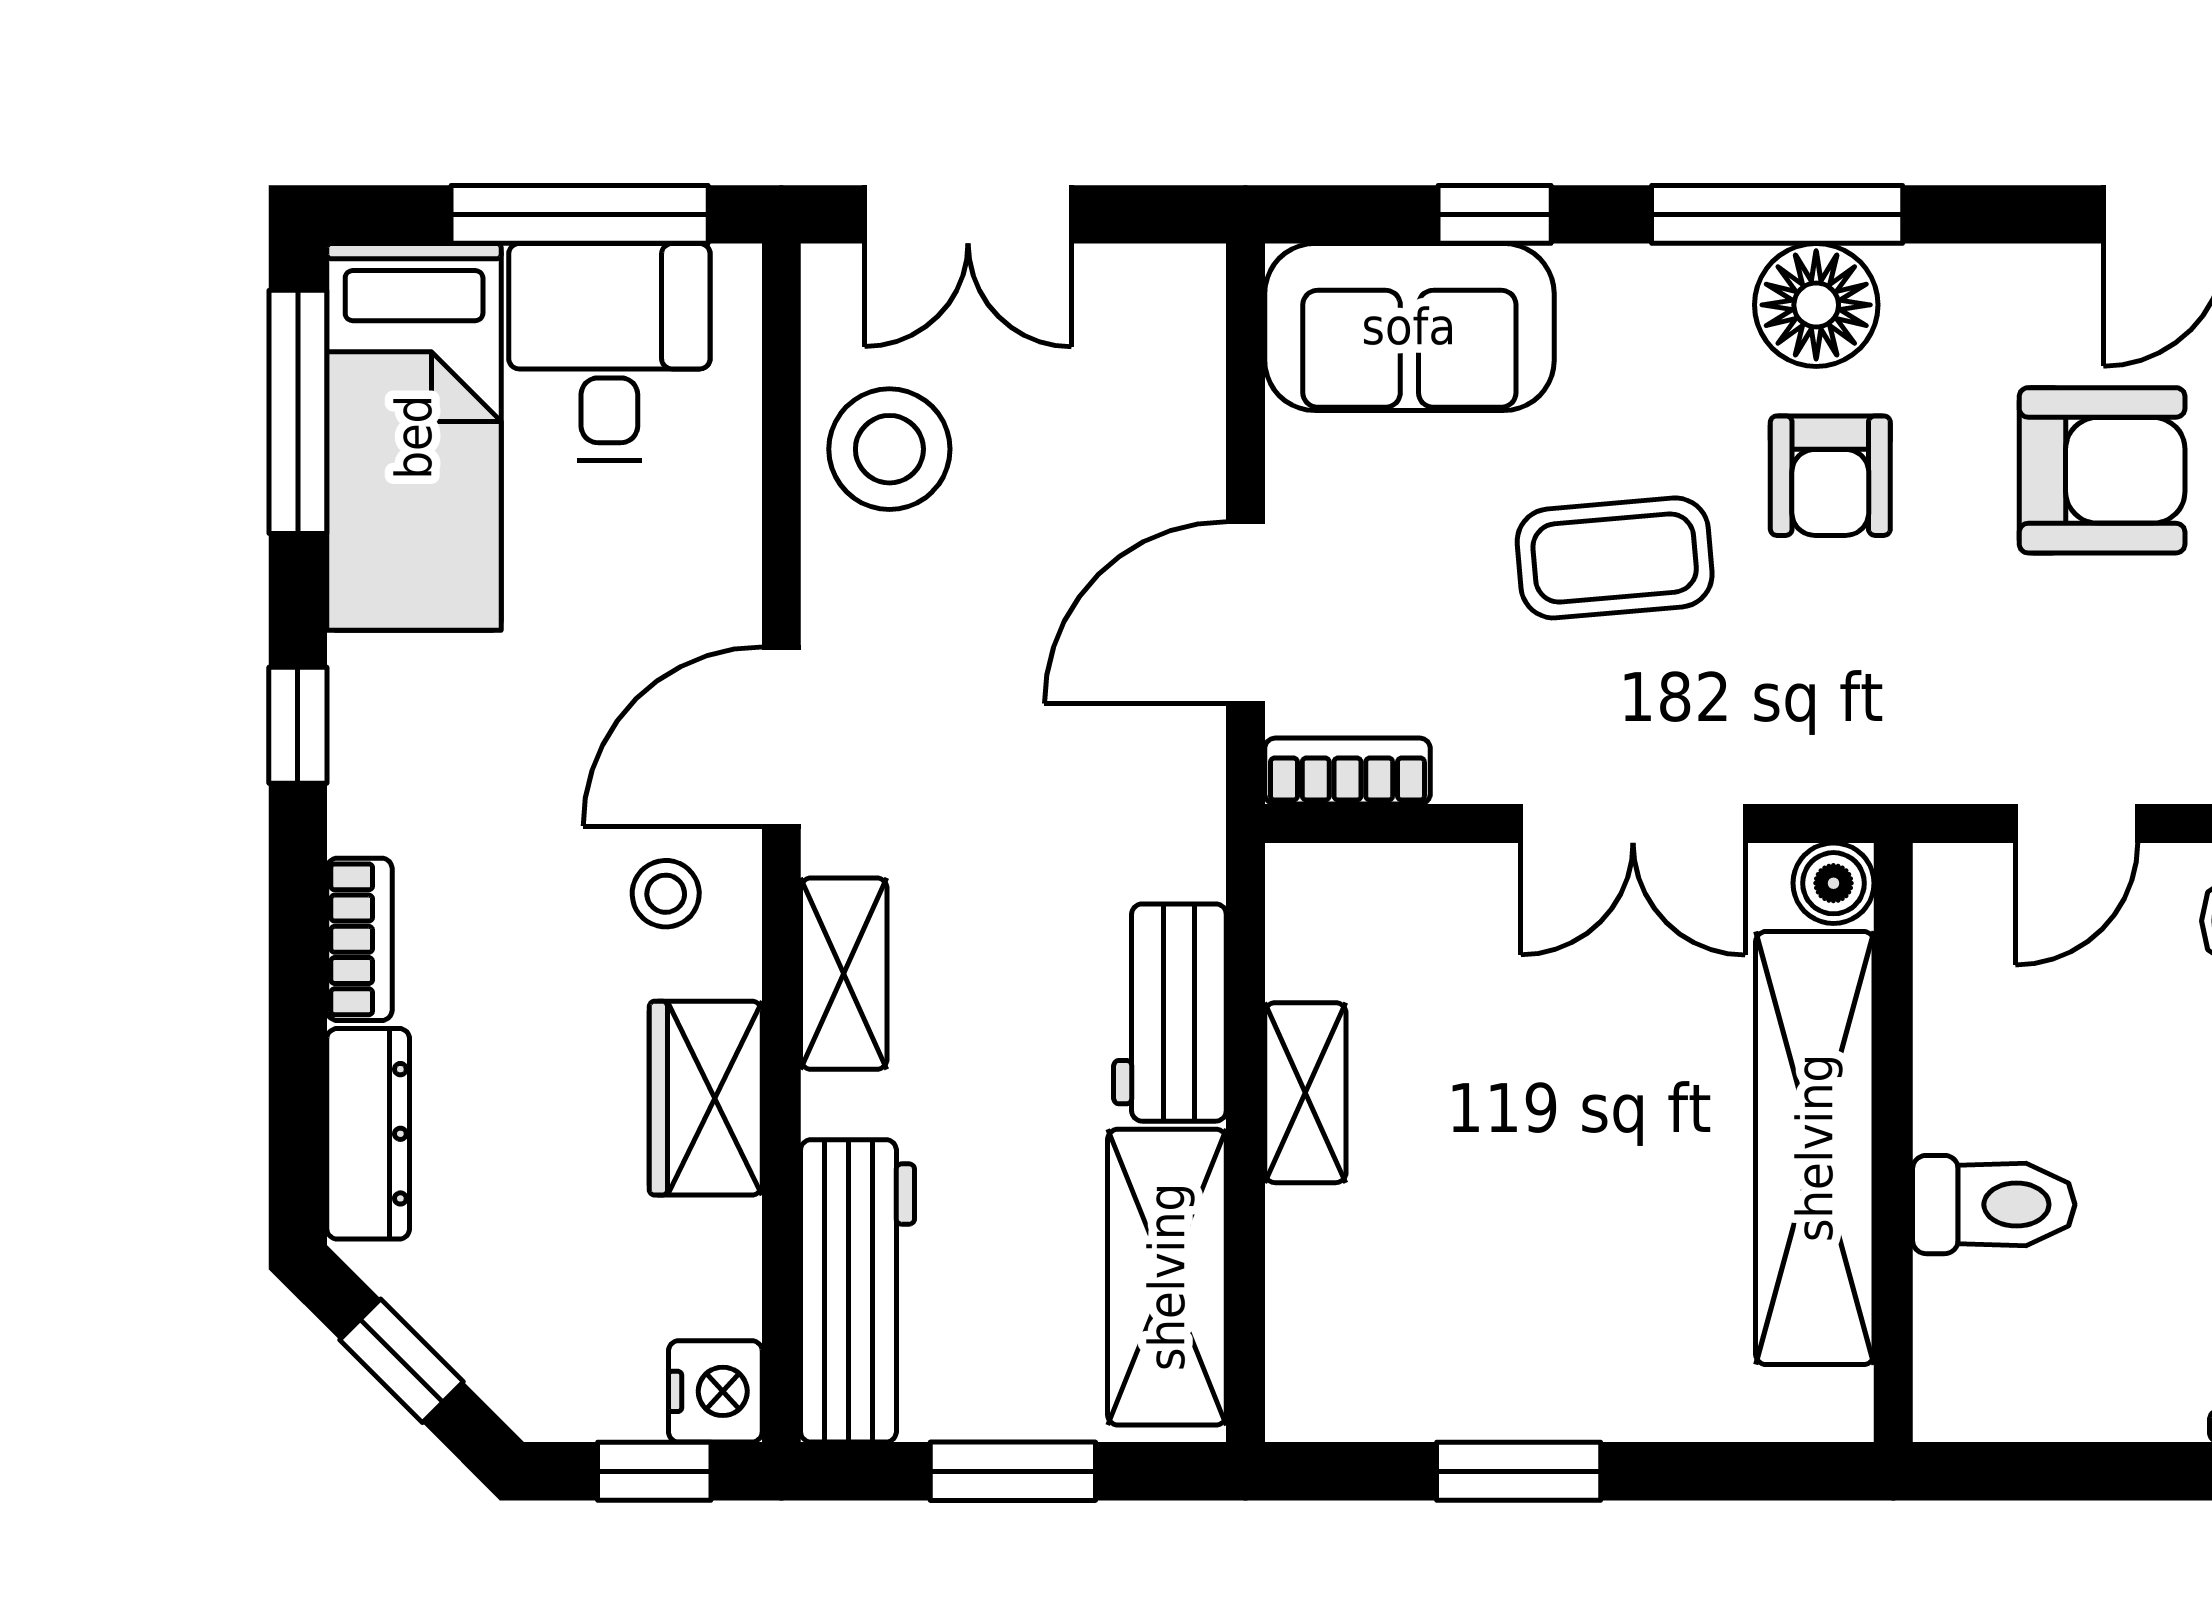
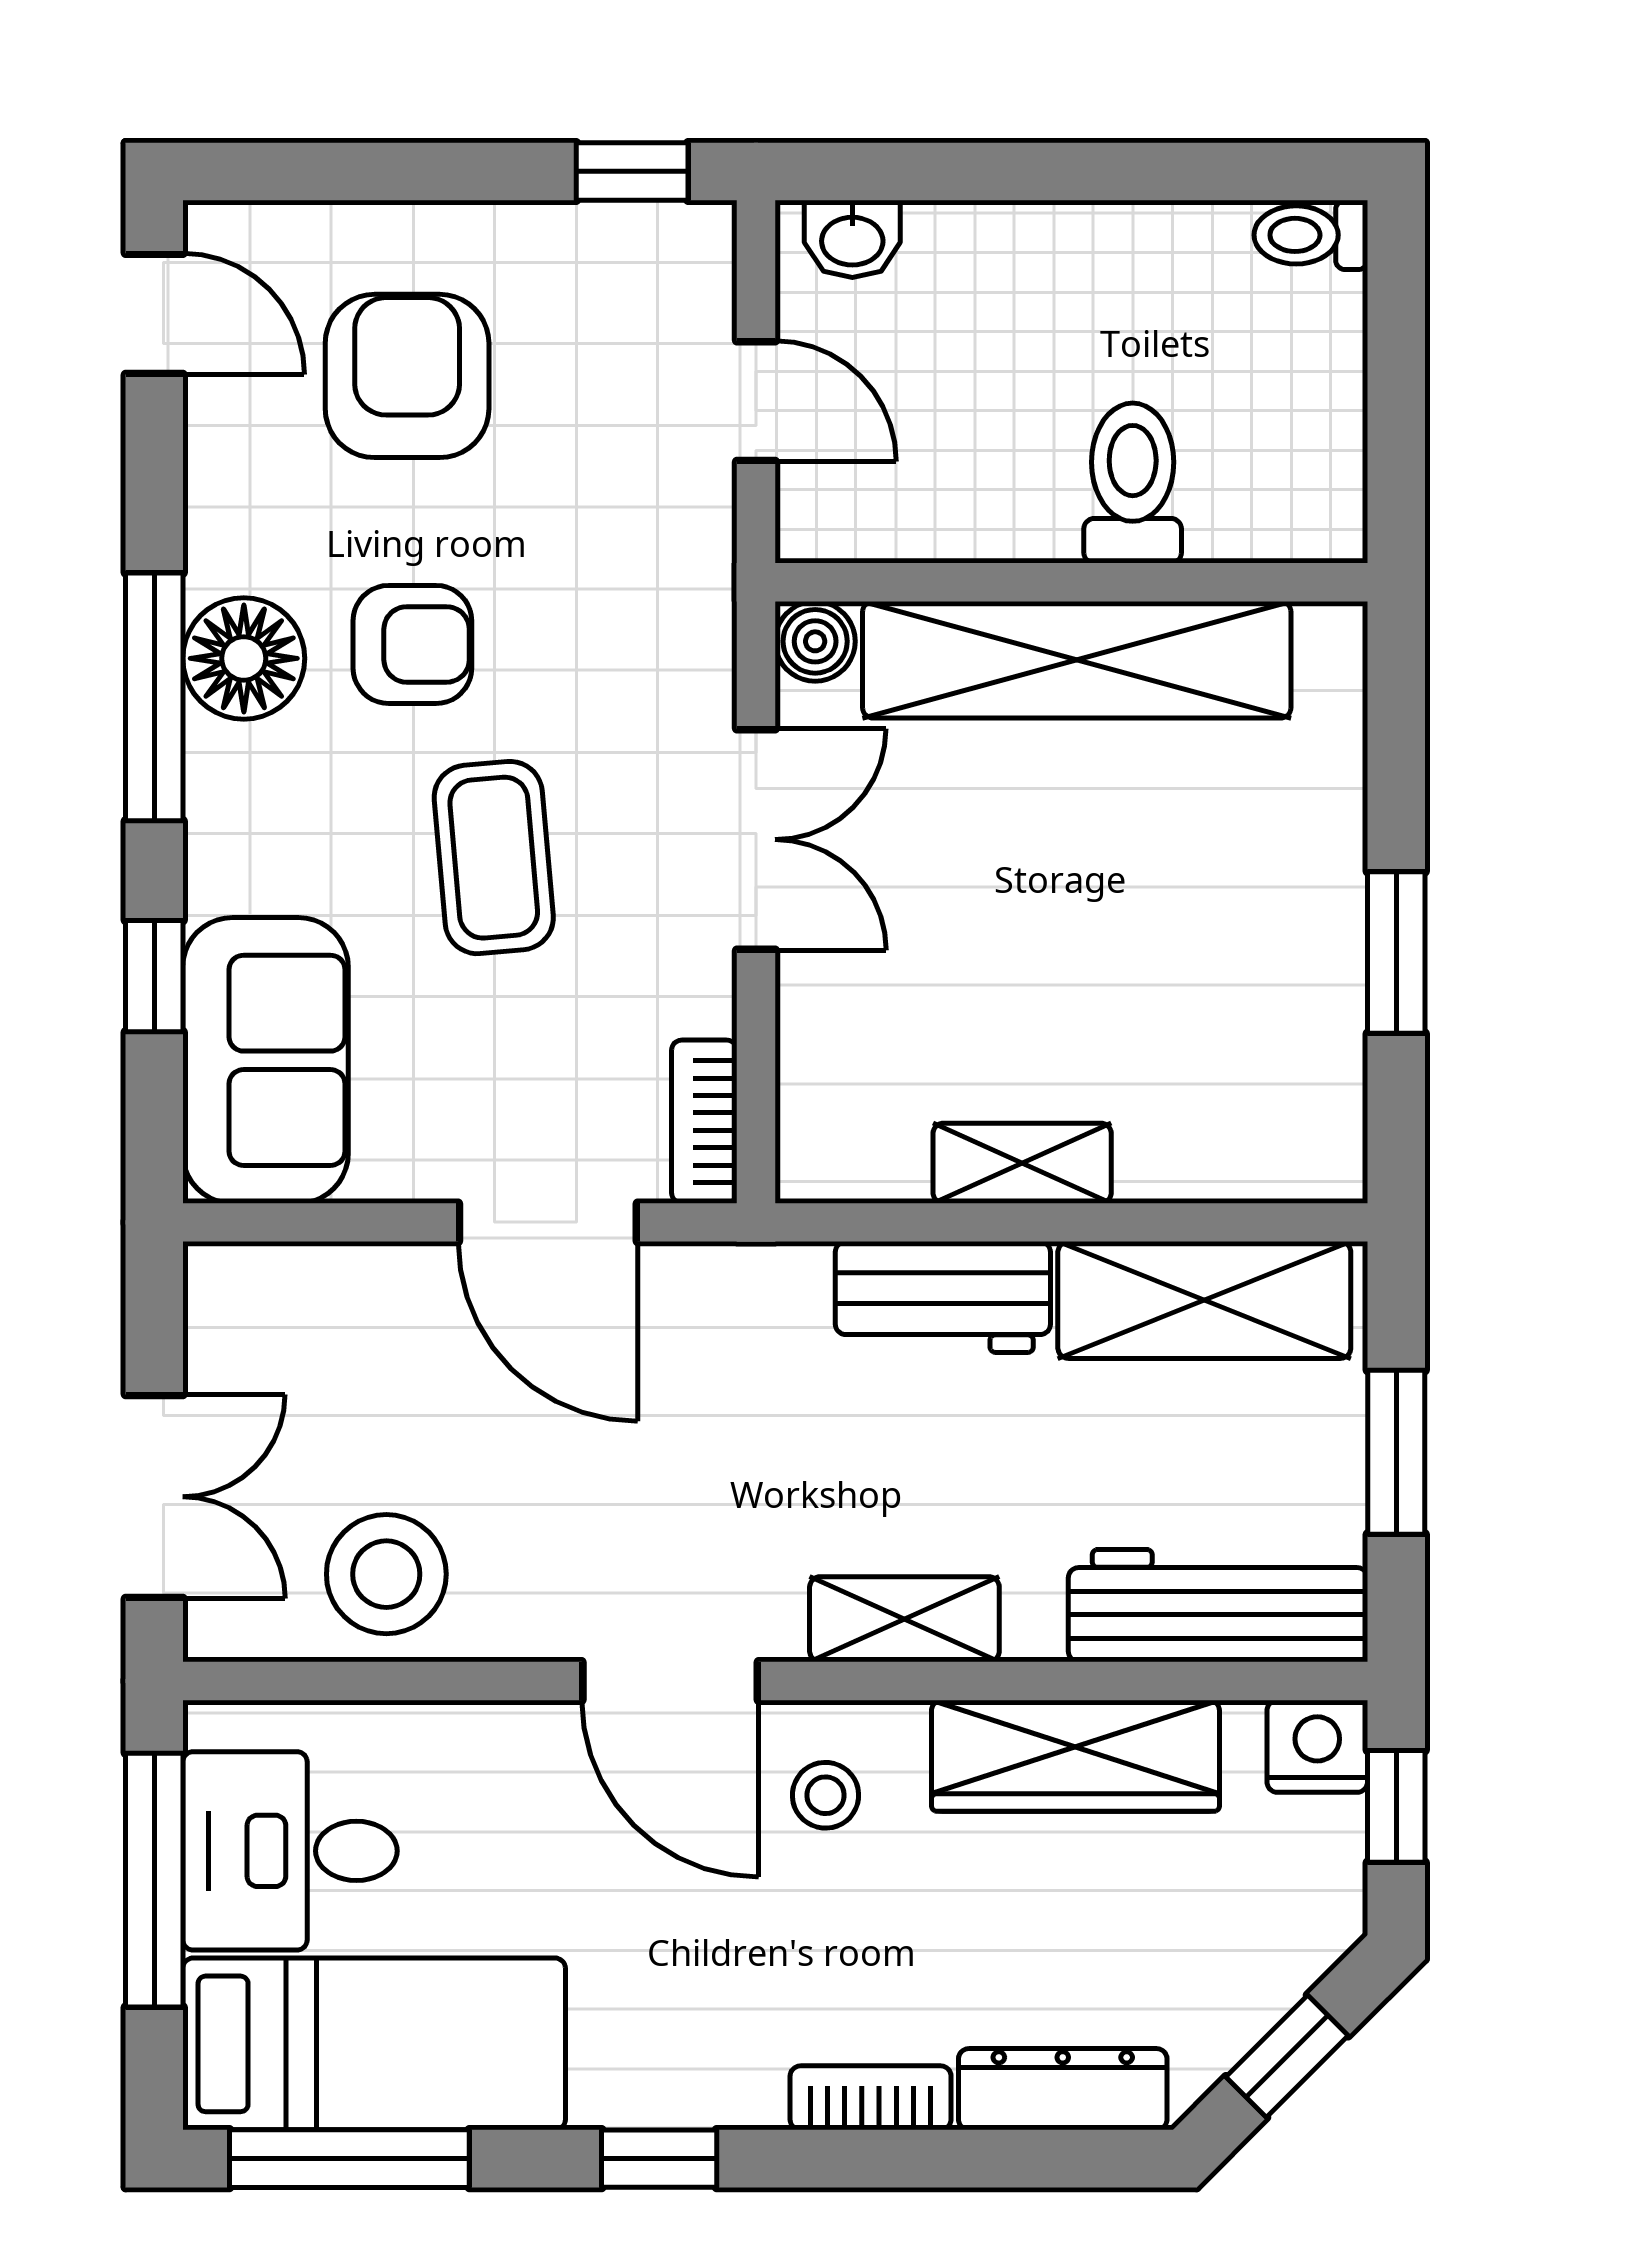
wardrobe: (706, 1098) -> (1075, 1756), width x1.50

